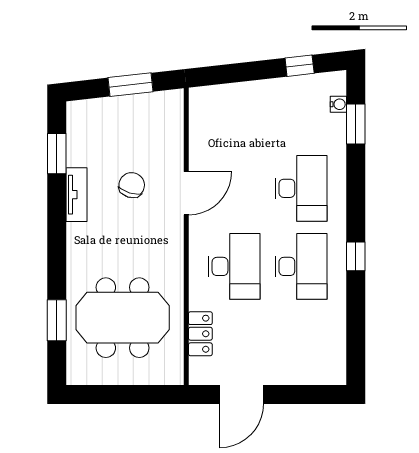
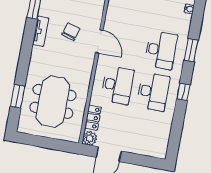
window: (356, 124) -> (191, 50), moved
door: (186, 193) -> (99, 41), hinge flipped
meeting table: (123, 318) -> (53, 101), turned 90
plant: (202, 372) -> (90, 138), added

